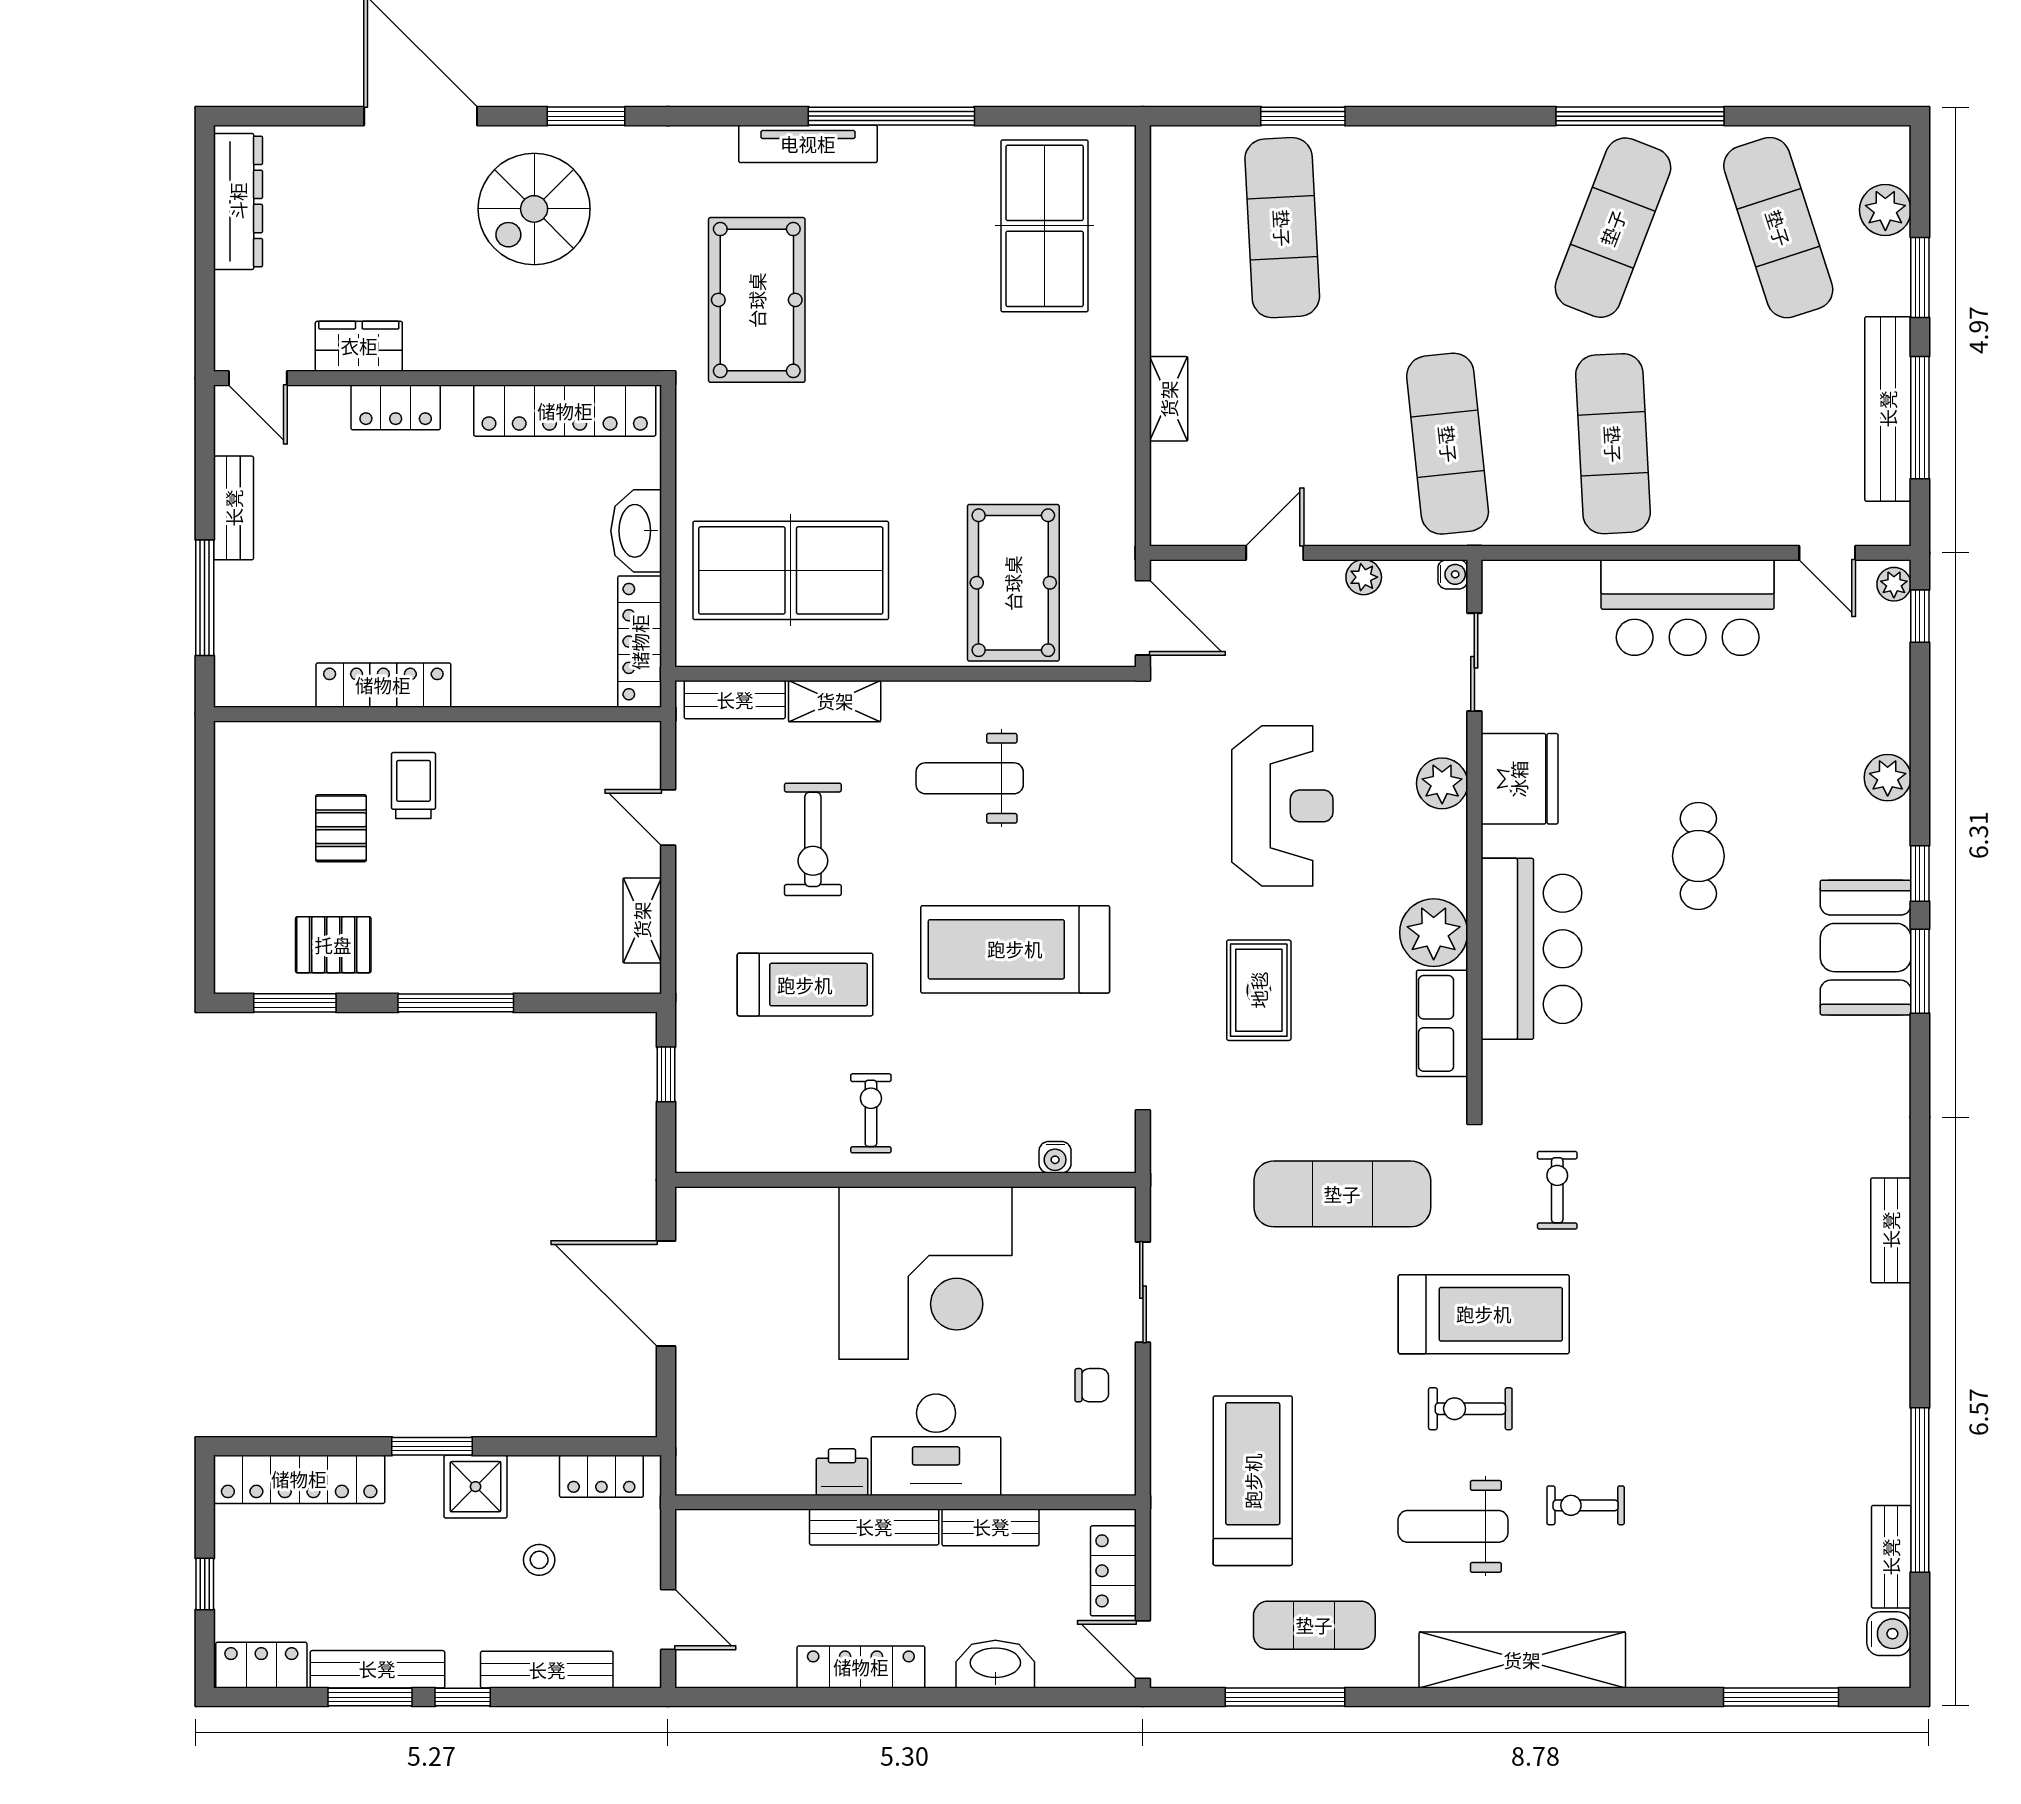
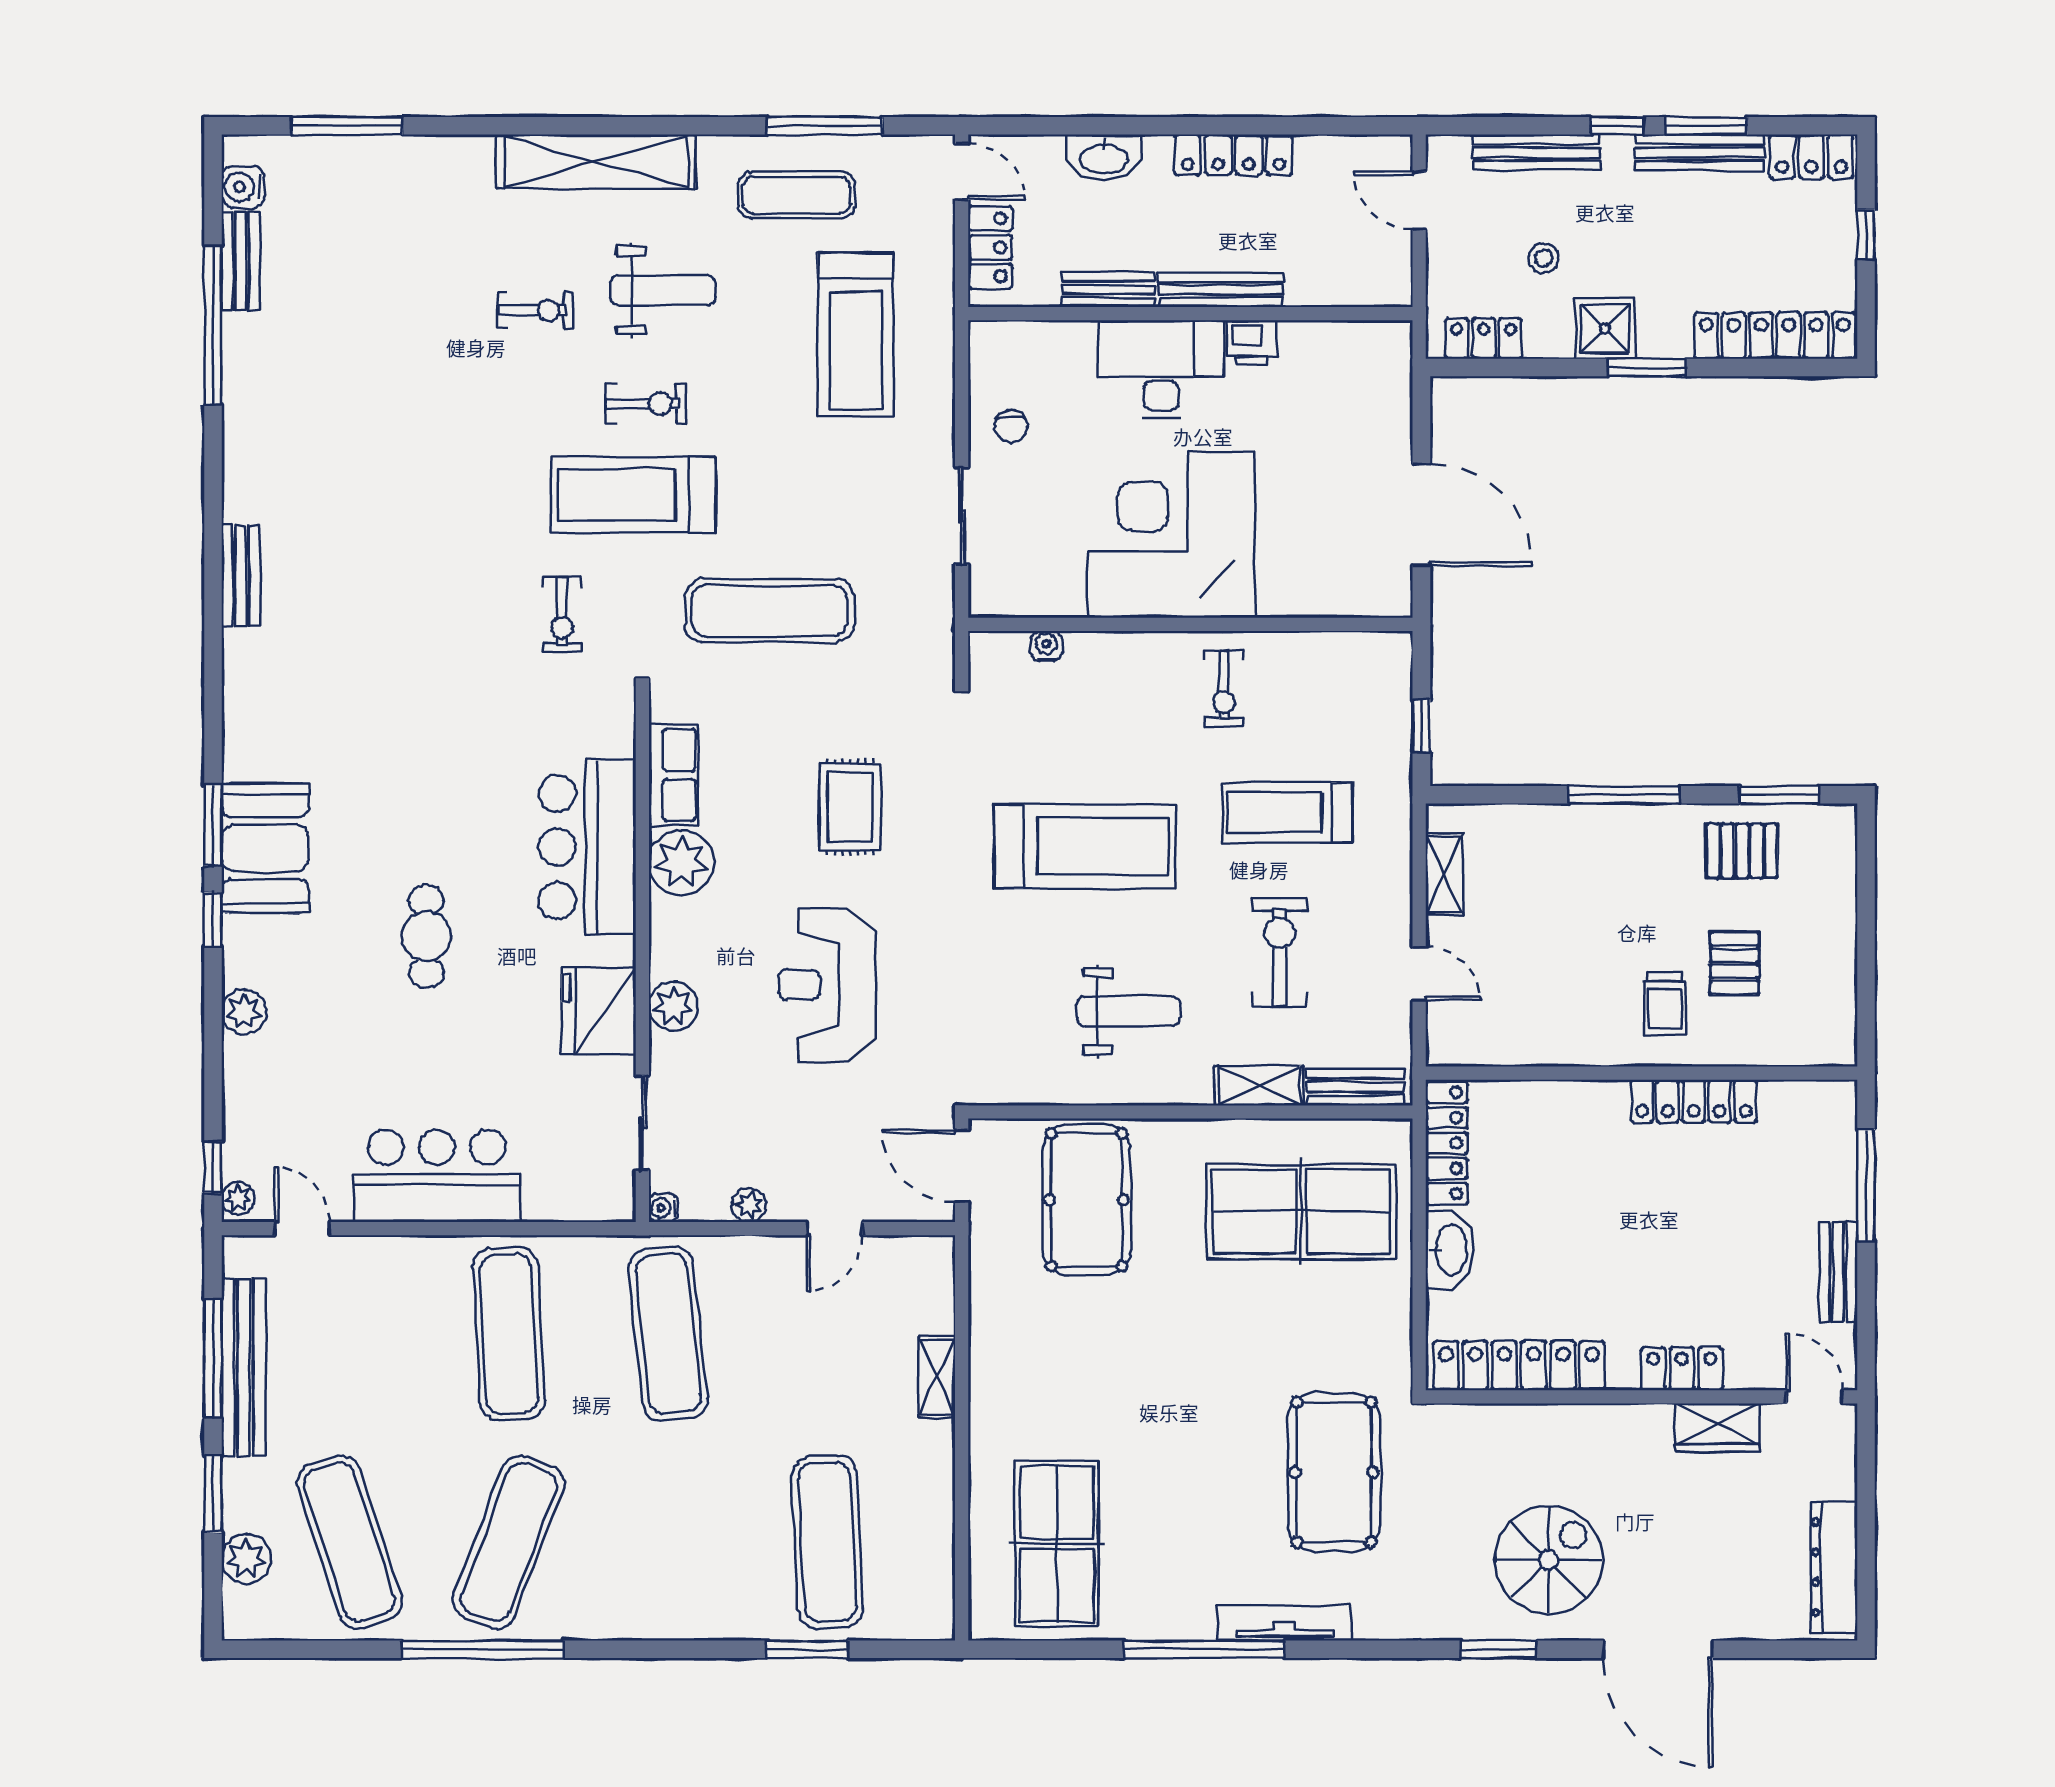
chair: (1092, 1385) -> (1011, 426), turned -90

